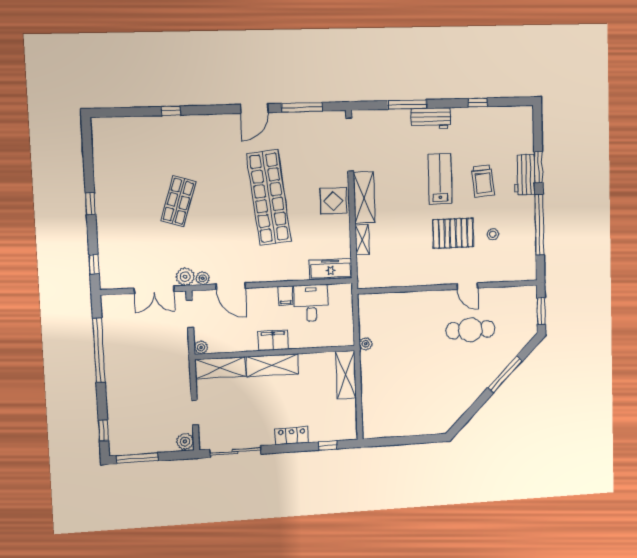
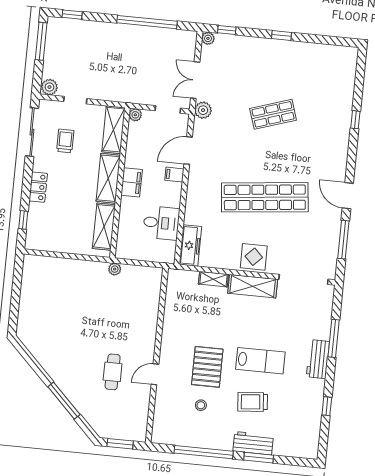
shop shelf: (178, 201) -> (273, 114), turned -36
plant: (203, 278) -> (208, 38), moved
filing cabinet: (286, 296) -> (174, 175), moved
cafe table: (470, 330) -> (113, 372), width x0.73, depth x0.74
shelving: (346, 375) -> (104, 227), moved, turned 90
trolley: (239, 416) -> (65, 141), added

